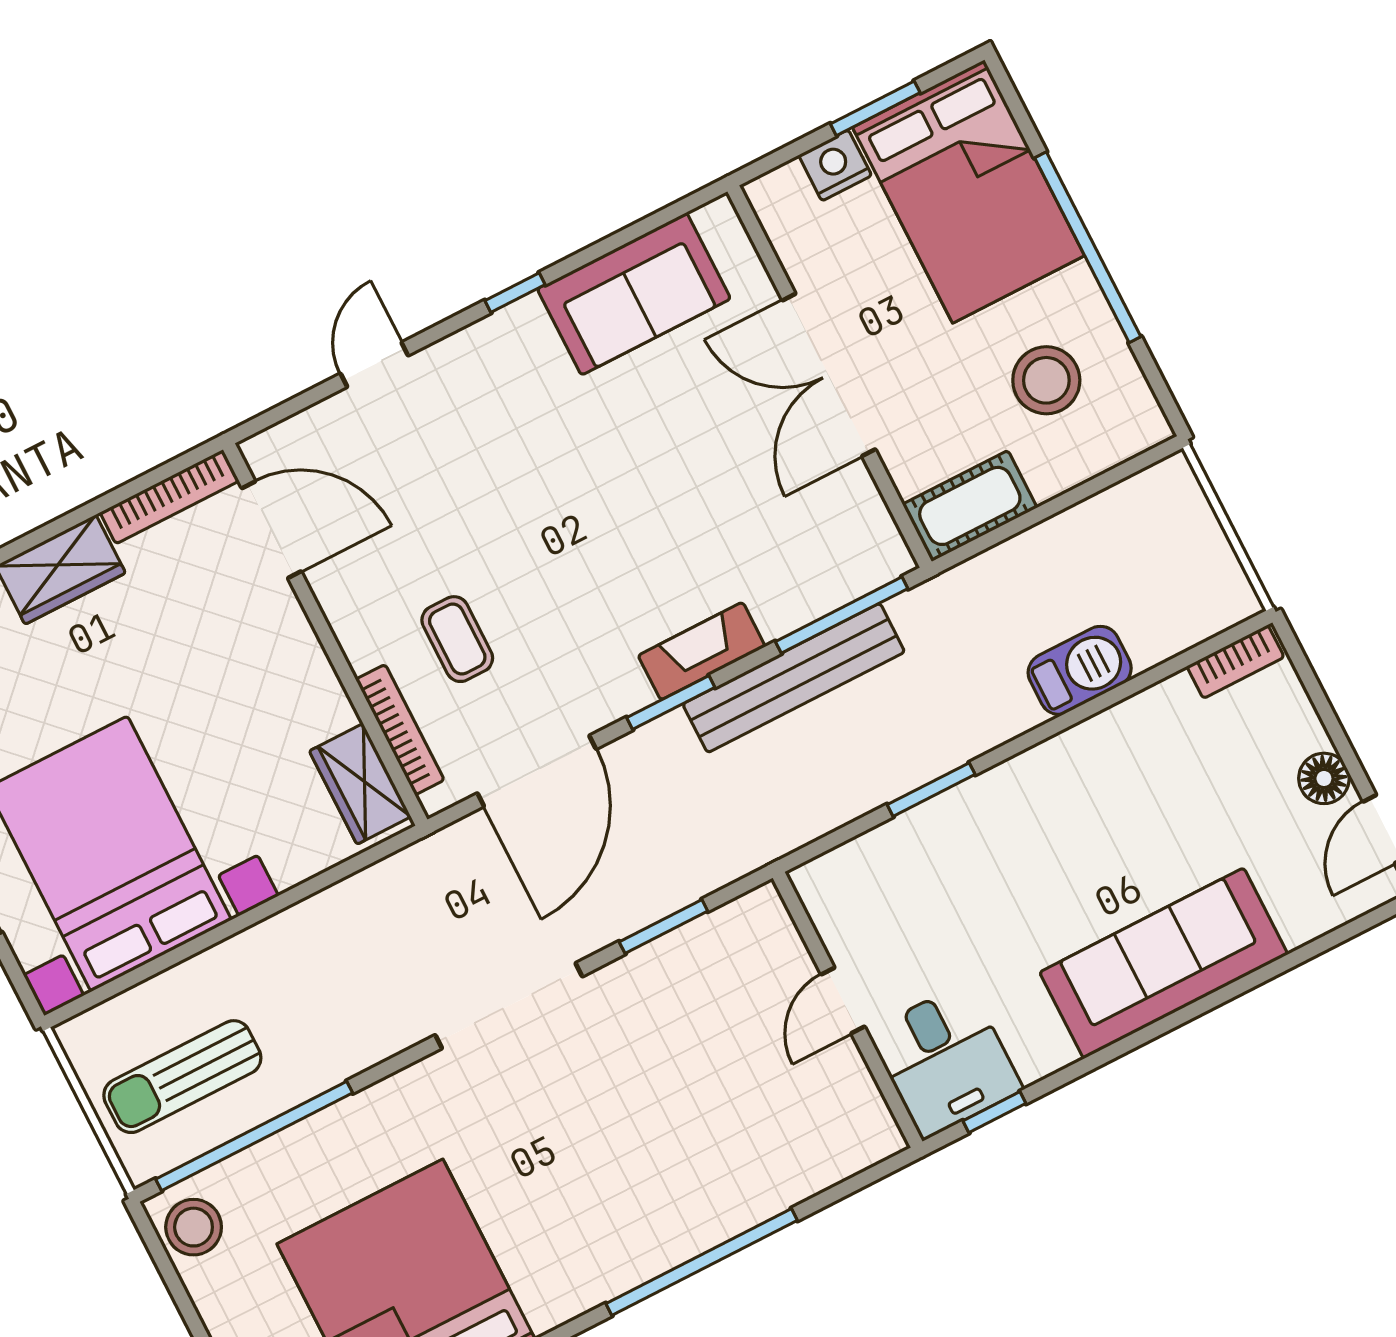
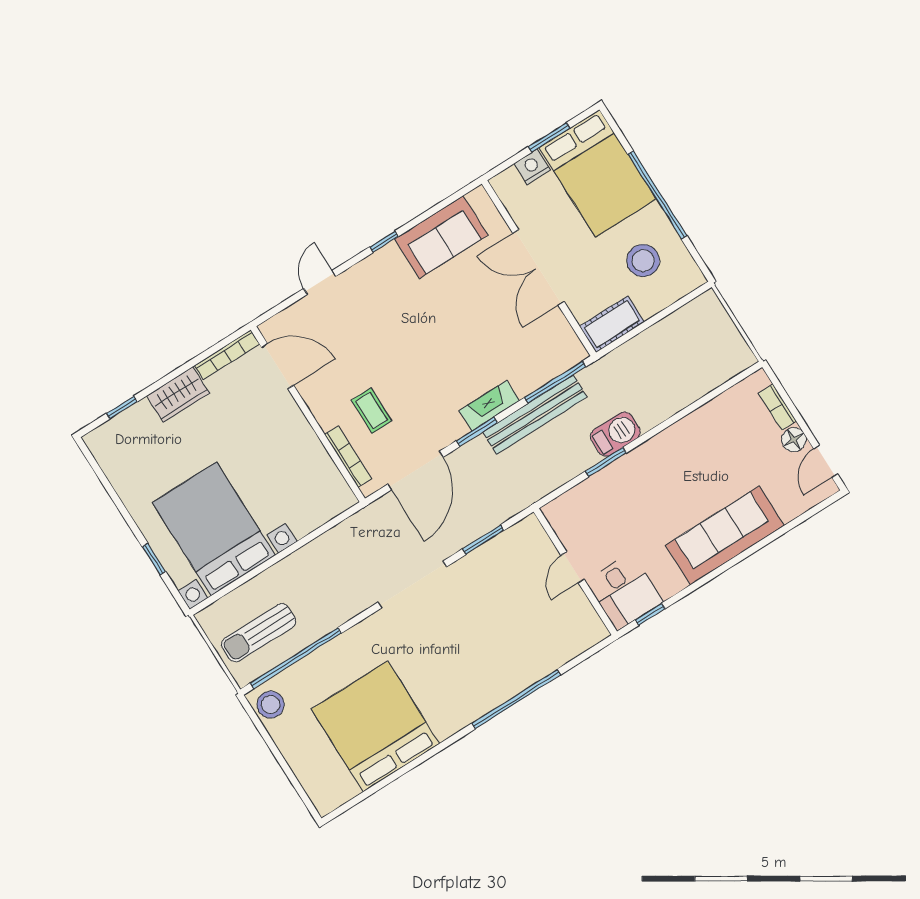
bookcase: (1235, 662) -> (777, 407), moved, turned 90
barbecue: (1080, 670) -> (615, 434), moved
wardrobe: (360, 784) -> (331, 484), removed

